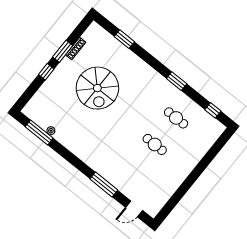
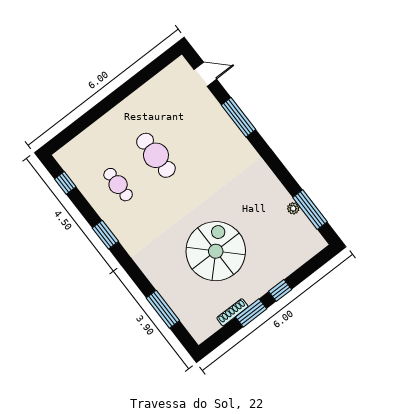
window: (124, 39) -> (163, 309), width x1.44
cafe table: (155, 144) -> (156, 155), width x1.37, depth x1.35

